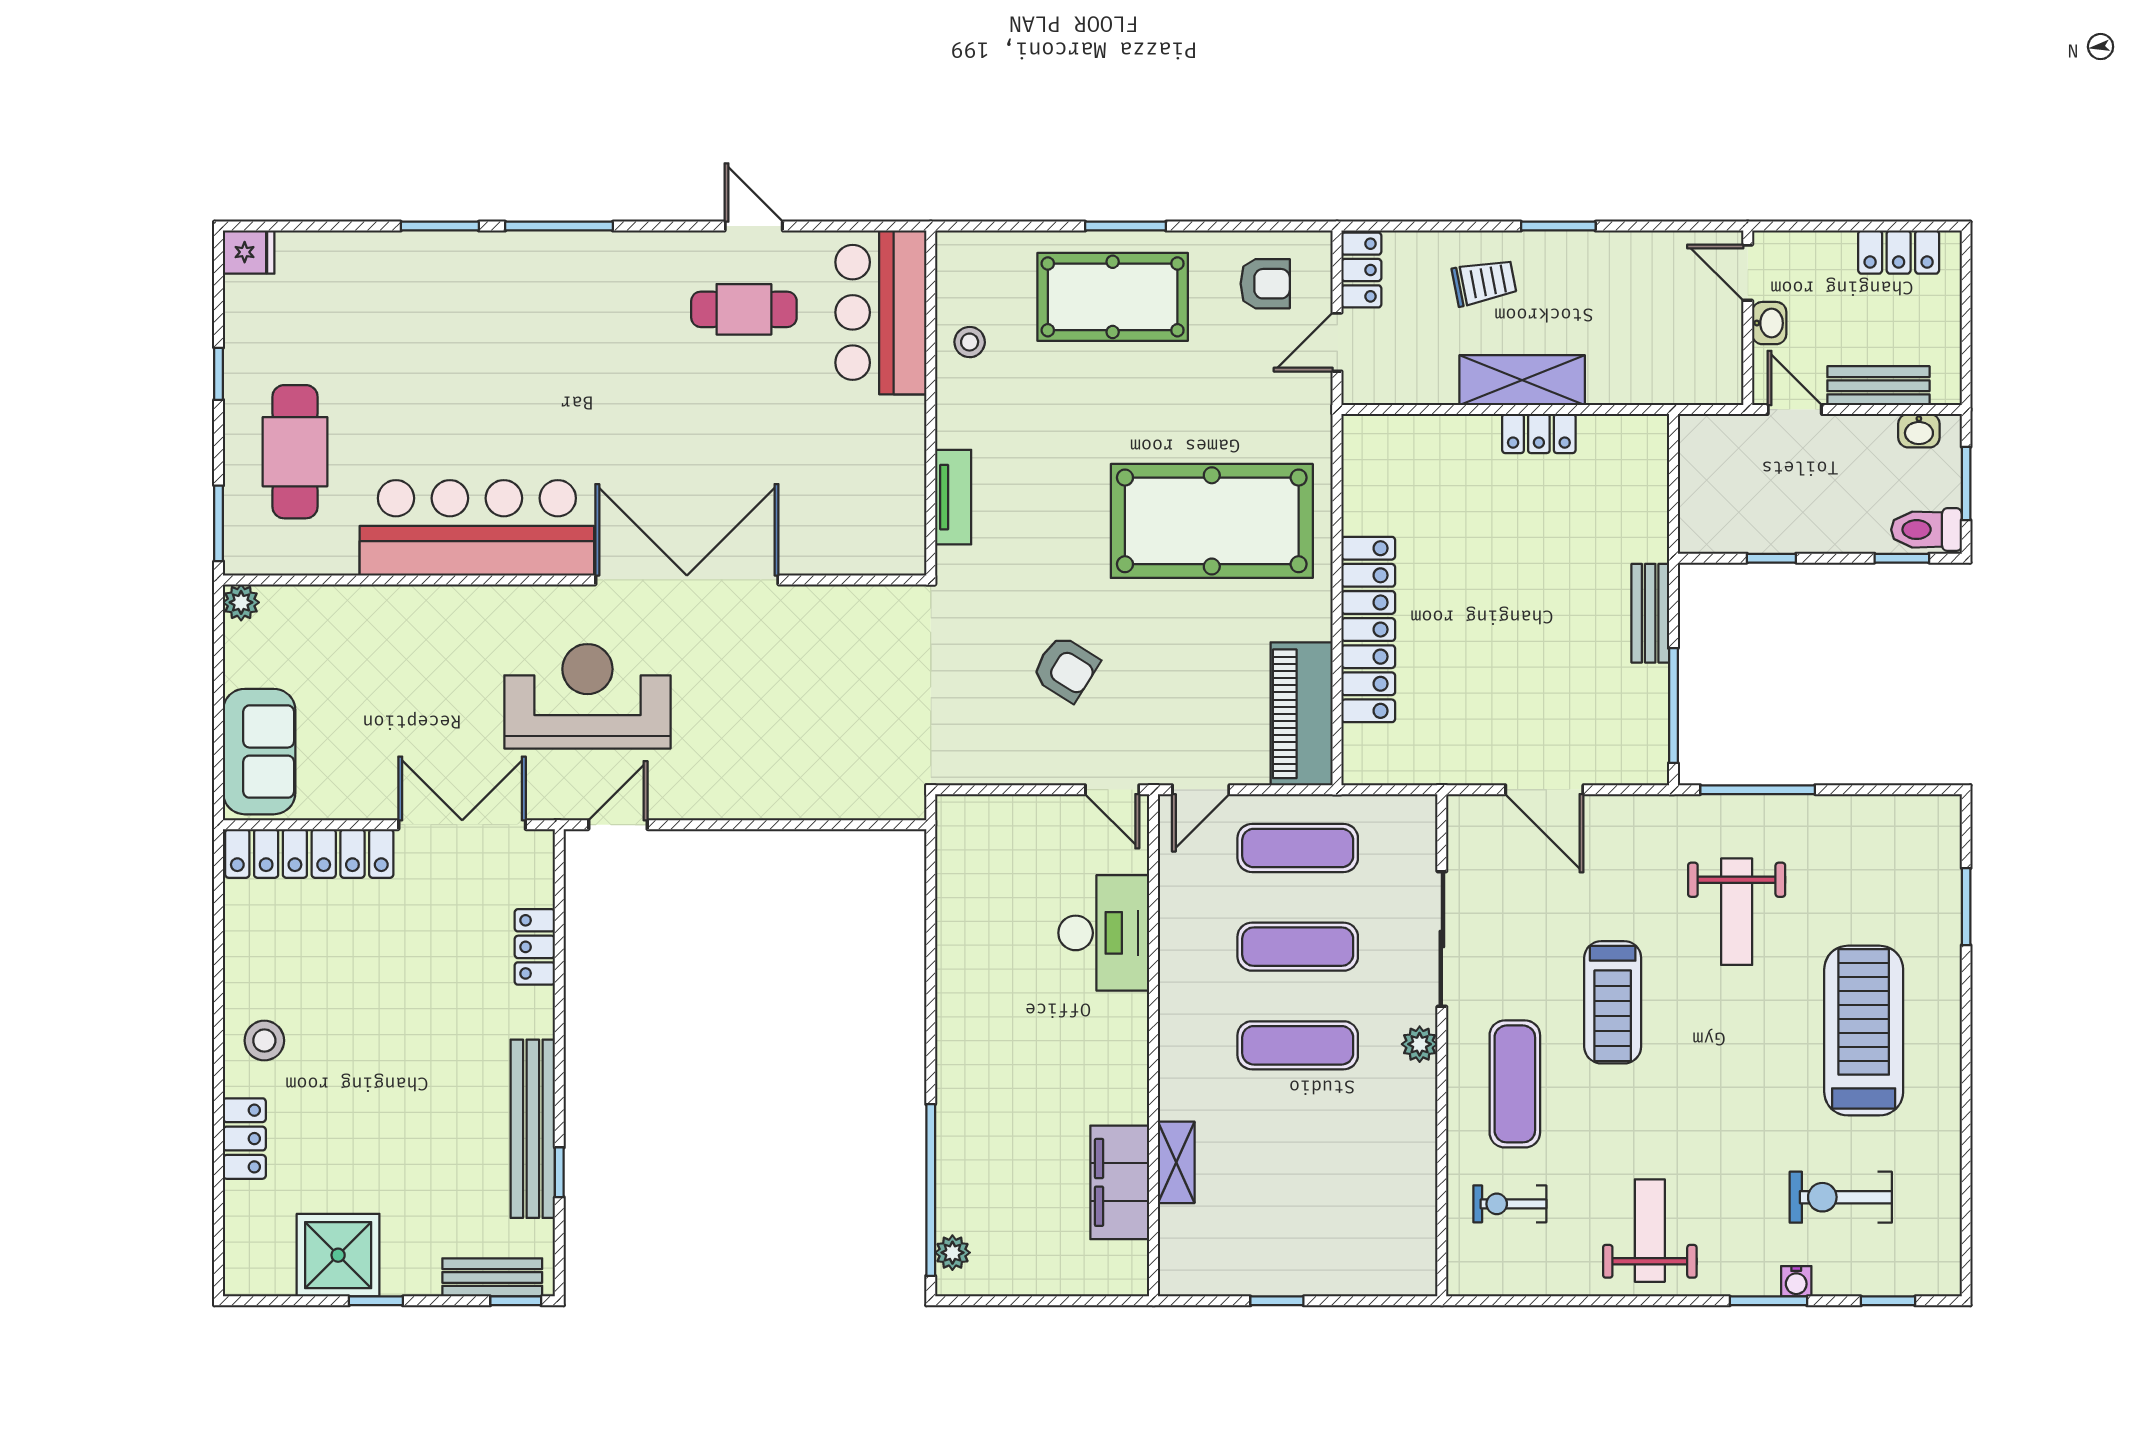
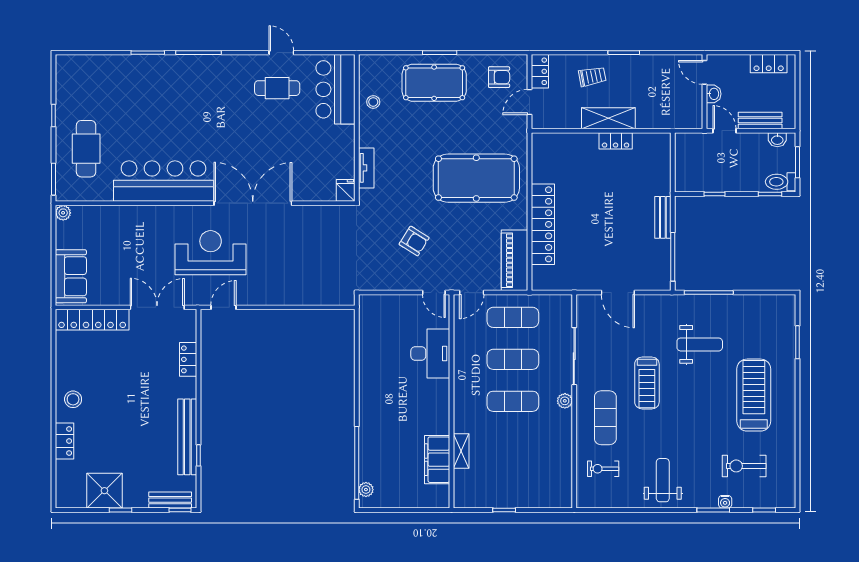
fridge: (249, 252) -> (346, 190), moved, turned -90
weight bench: (1737, 912) -> (700, 344), turned -90

